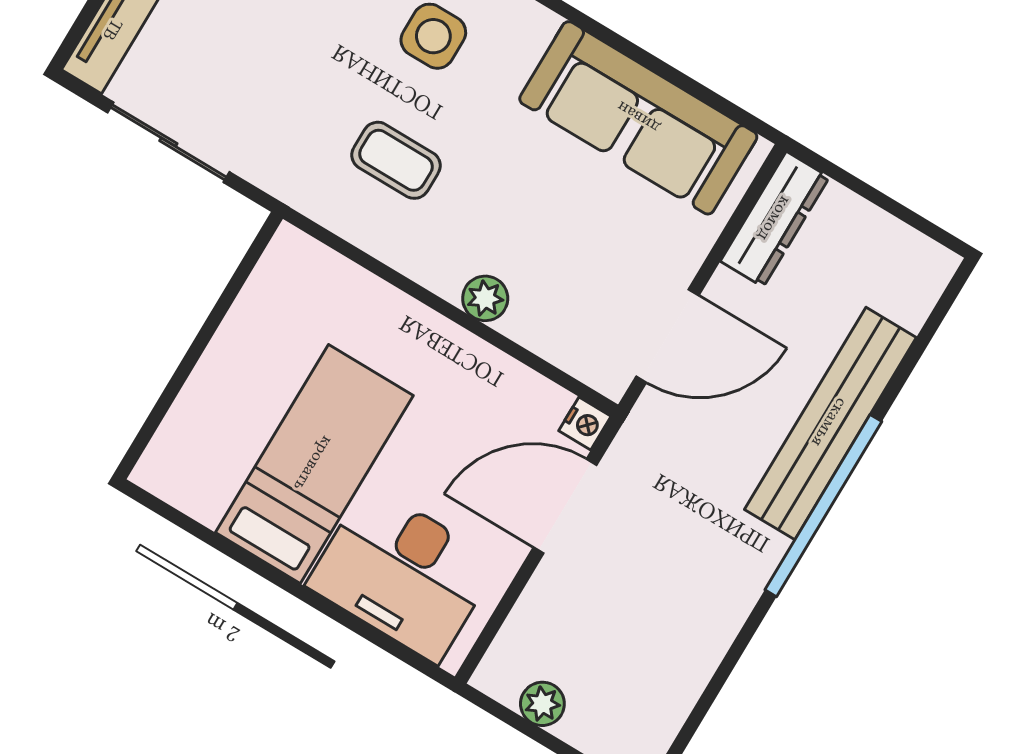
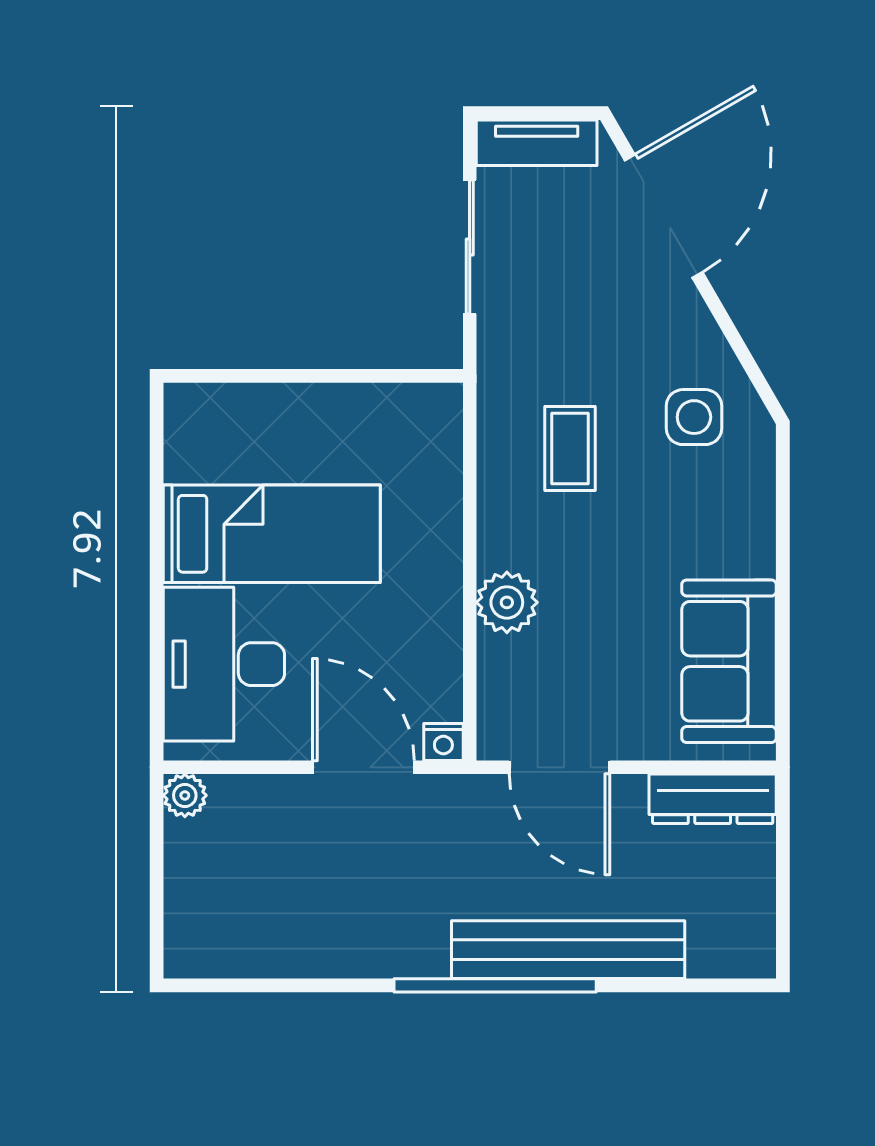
sofa: (638, 118) -> (729, 661), width x0.73
plant: (485, 298) -> (507, 602), width x1.38, depth x1.38
plant: (542, 704) -> (185, 795), moved

